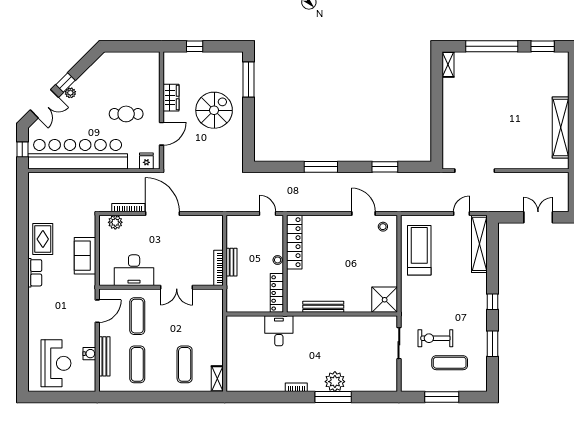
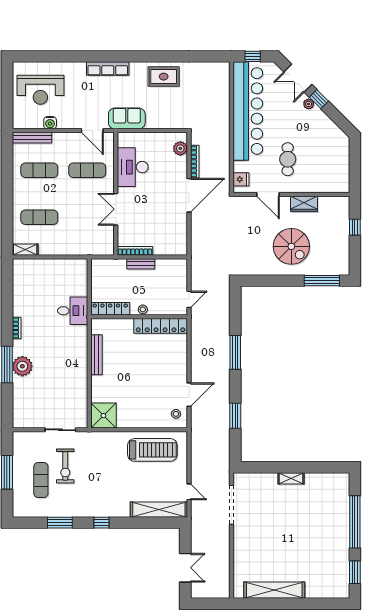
shelving: (448, 65) -> (291, 478), moved
sofa: (85, 256) -> (127, 118), moved
row of seats: (35, 273) -> (108, 69), moved, width x1.48
exercise bike: (435, 338) -> (65, 466), turned 180
bench: (104, 356) -> (32, 138), moved

